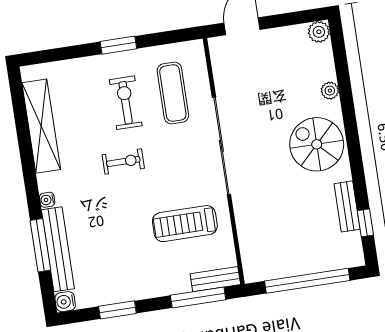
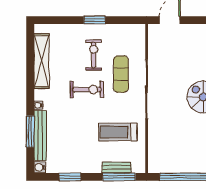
exercise mat: (173, 93) -> (121, 74), moved
exercise bike: (123, 161) -> (87, 90), width x1.38, depth x1.39
bench: (215, 279) -> (117, 168), moved

